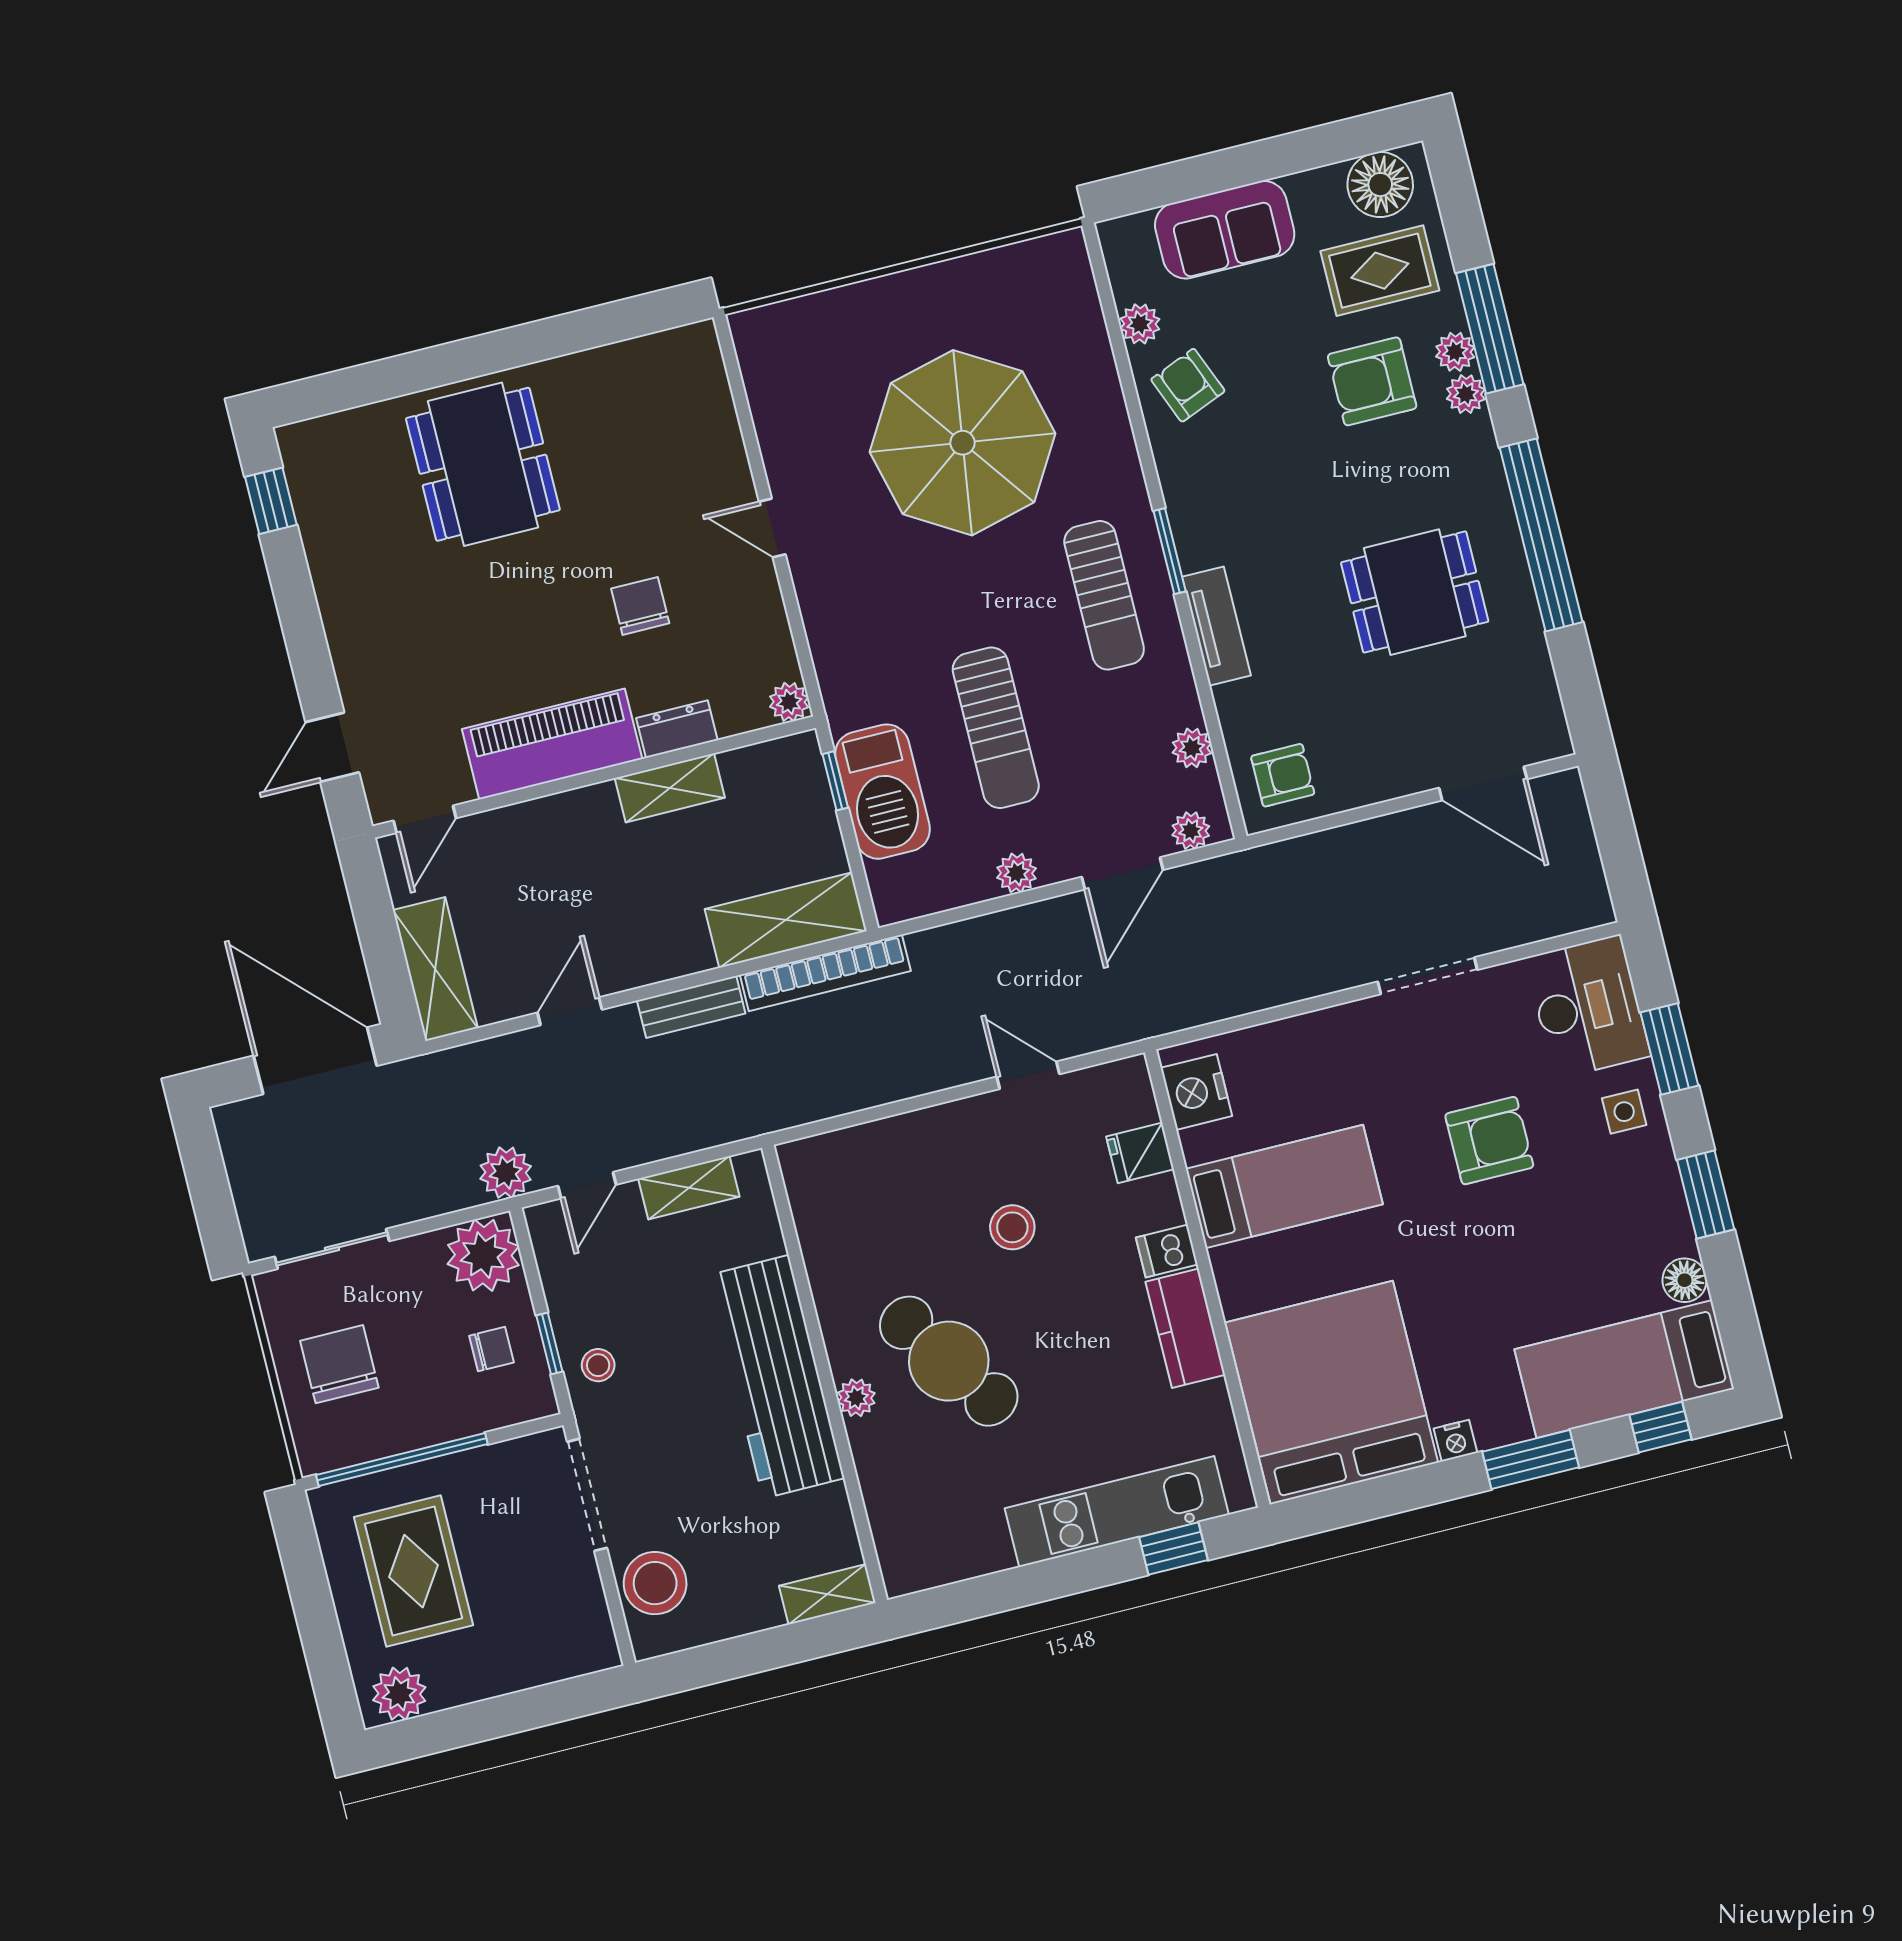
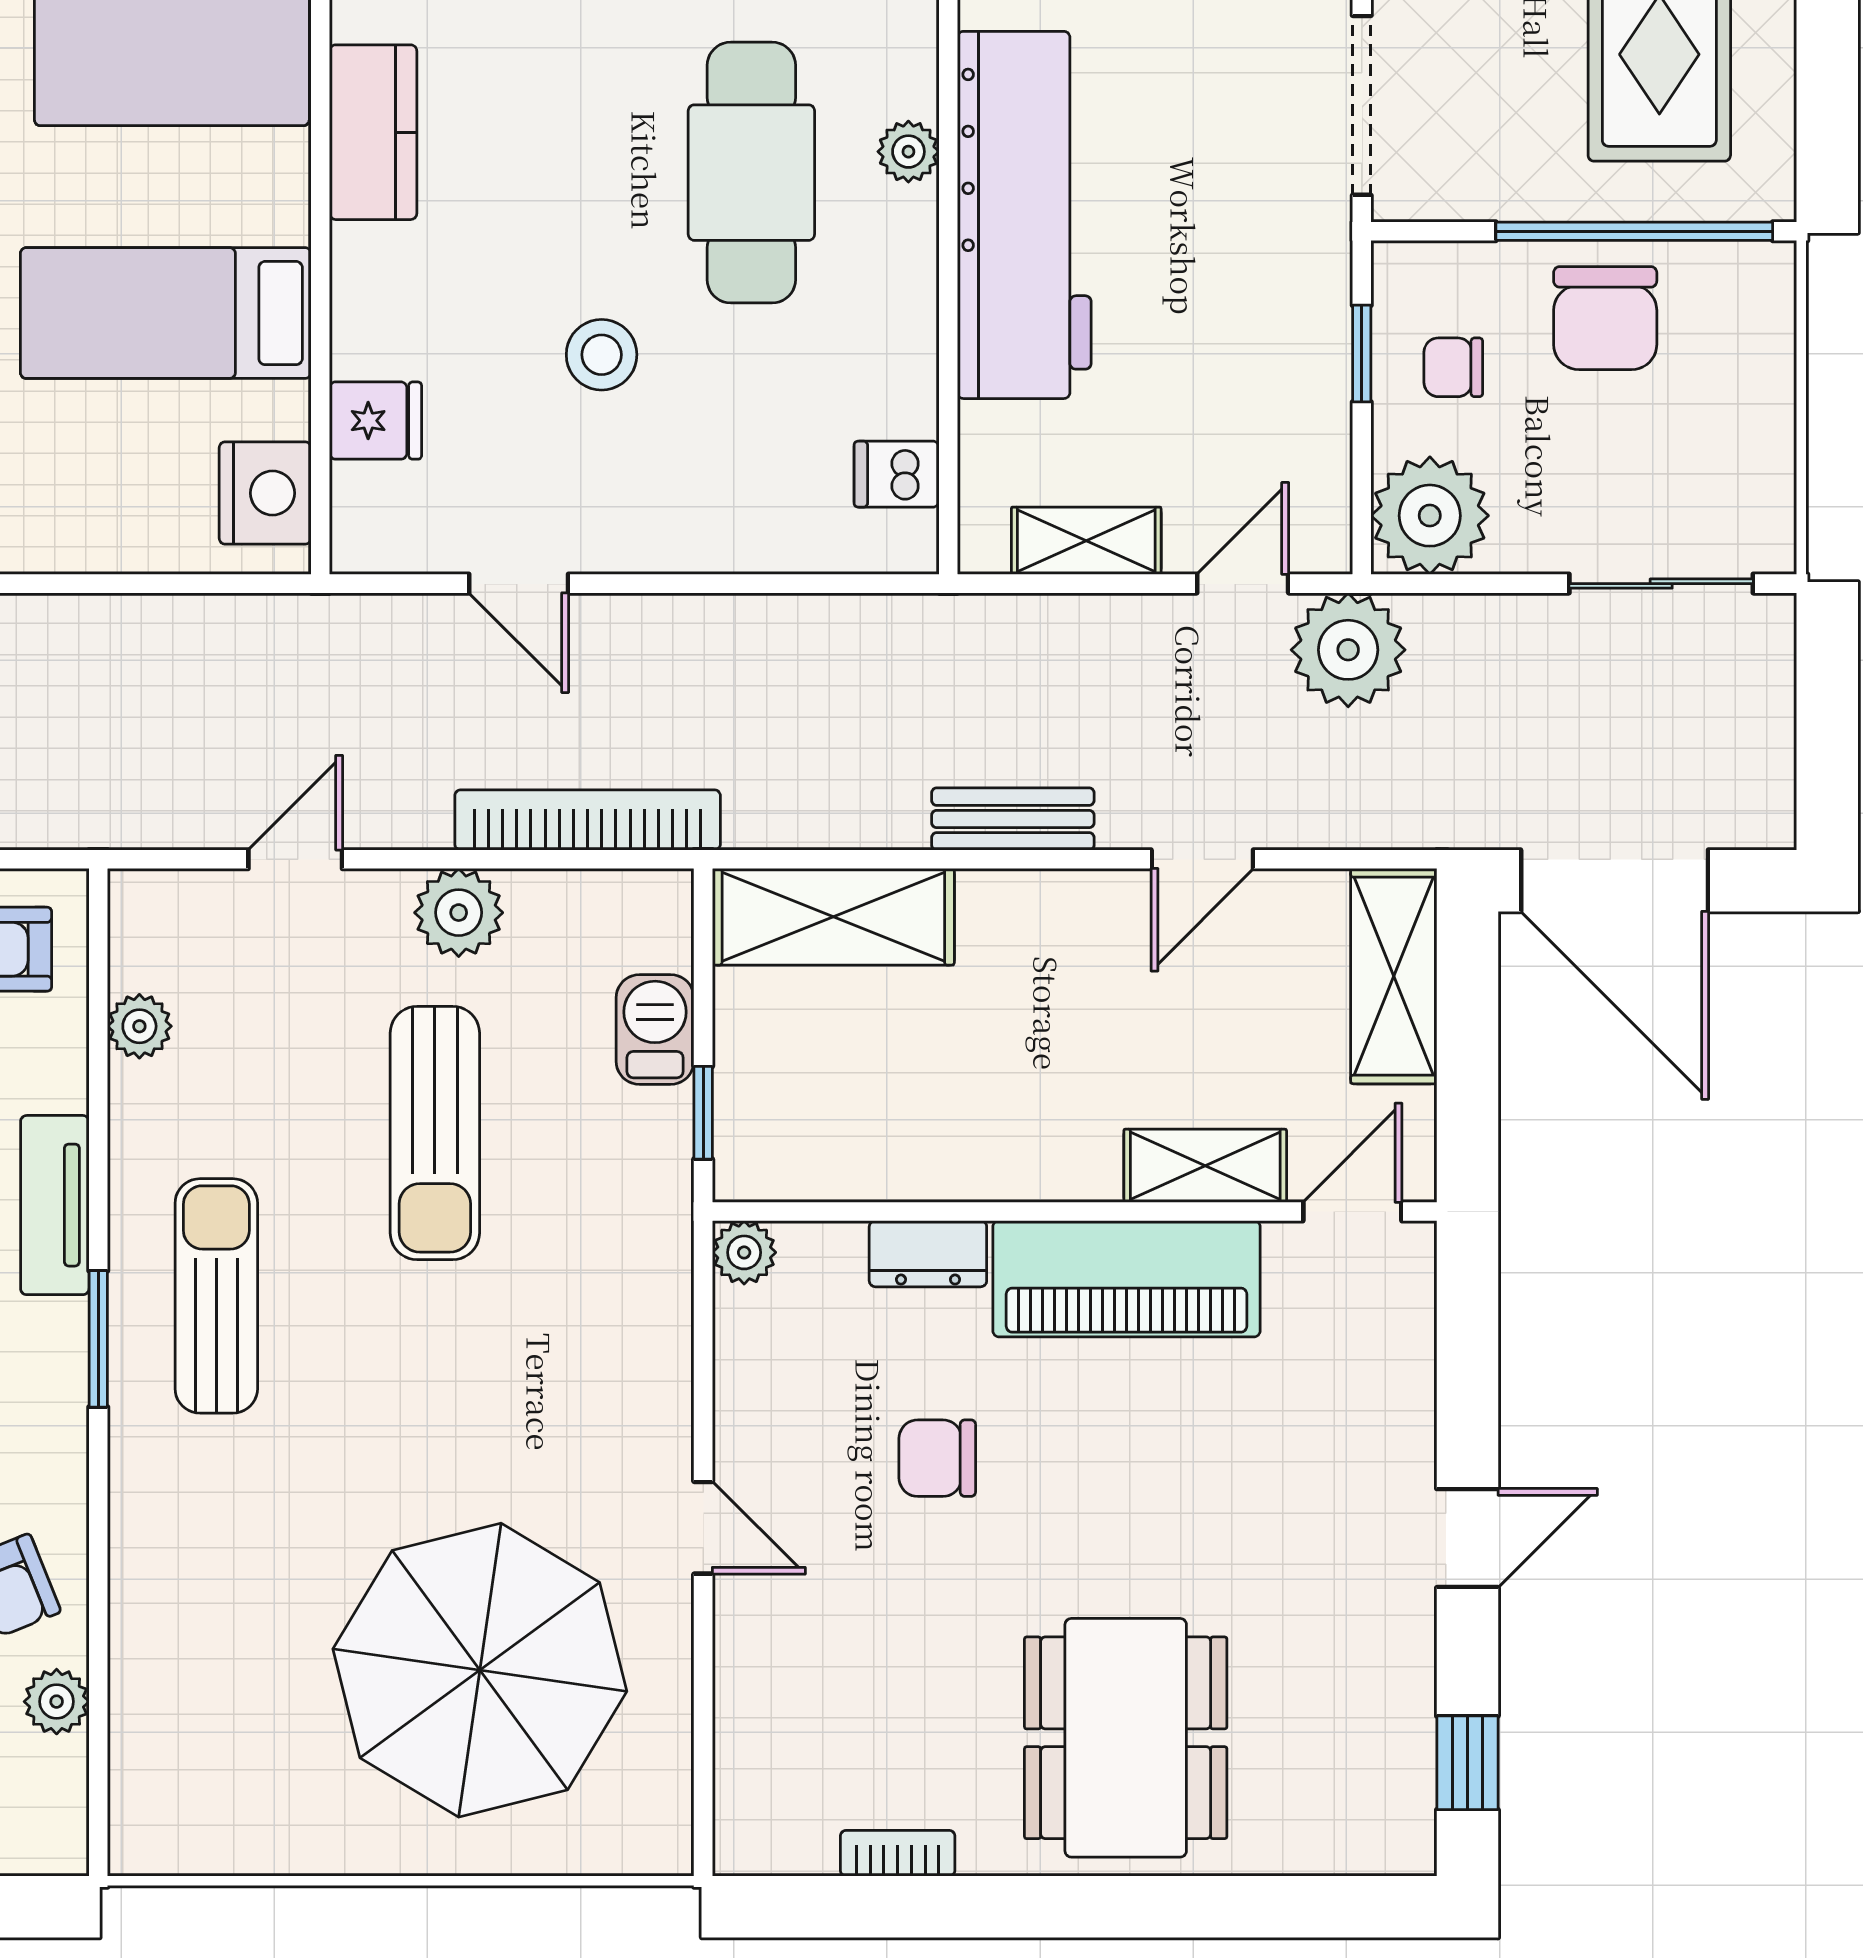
bookcase: (604, 359) -> (898, 1853), added
parasol: (963, 443) -> (480, 1670), moved
chair: (640, 606) -> (937, 1458), turned 90
sun lounger: (996, 728) -> (435, 1133), turned 180
door: (332, 747) -> (1467, 1538), moved
shelving: (670, 788) -> (1205, 1166), moved
barbecue: (883, 792) -> (655, 1030), width x0.53, depth x0.65
plant: (1191, 831) -> (173, 899), removed
plant: (1017, 873) -> (459, 913), width x1.38, depth x1.38
door: (1122, 873) -> (295, 859), width x0.73
bookcase: (825, 973) -> (588, 820), moved
plant: (506, 1173) -> (1348, 650), width x1.36, depth x1.36
dishwasher: (1167, 1251) -> (897, 474), moved, turned 180
cafe table: (949, 1361) -> (751, 173), turned 34
chair: (339, 1364) -> (1605, 318), moved
stool: (598, 1365) -> (1295, 301), removed

